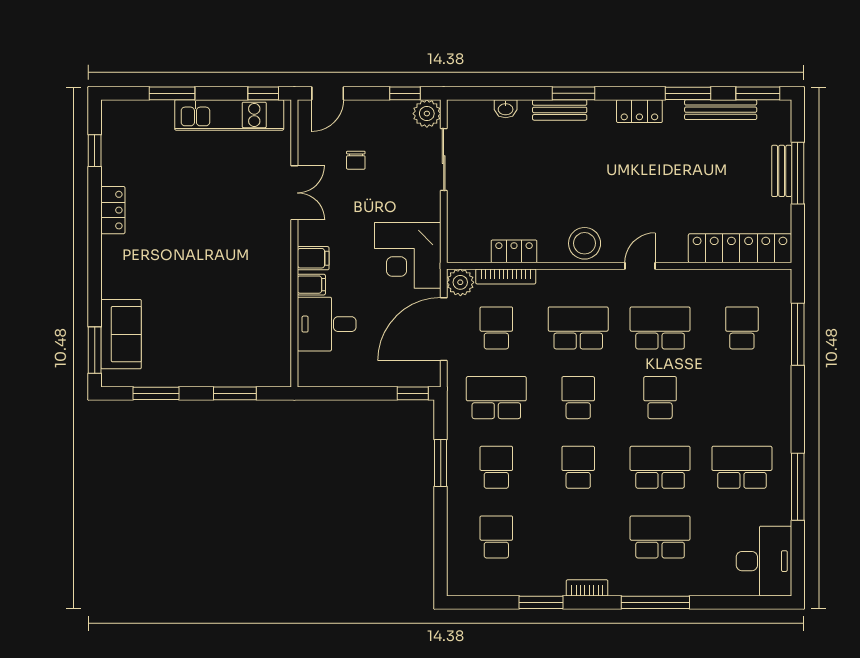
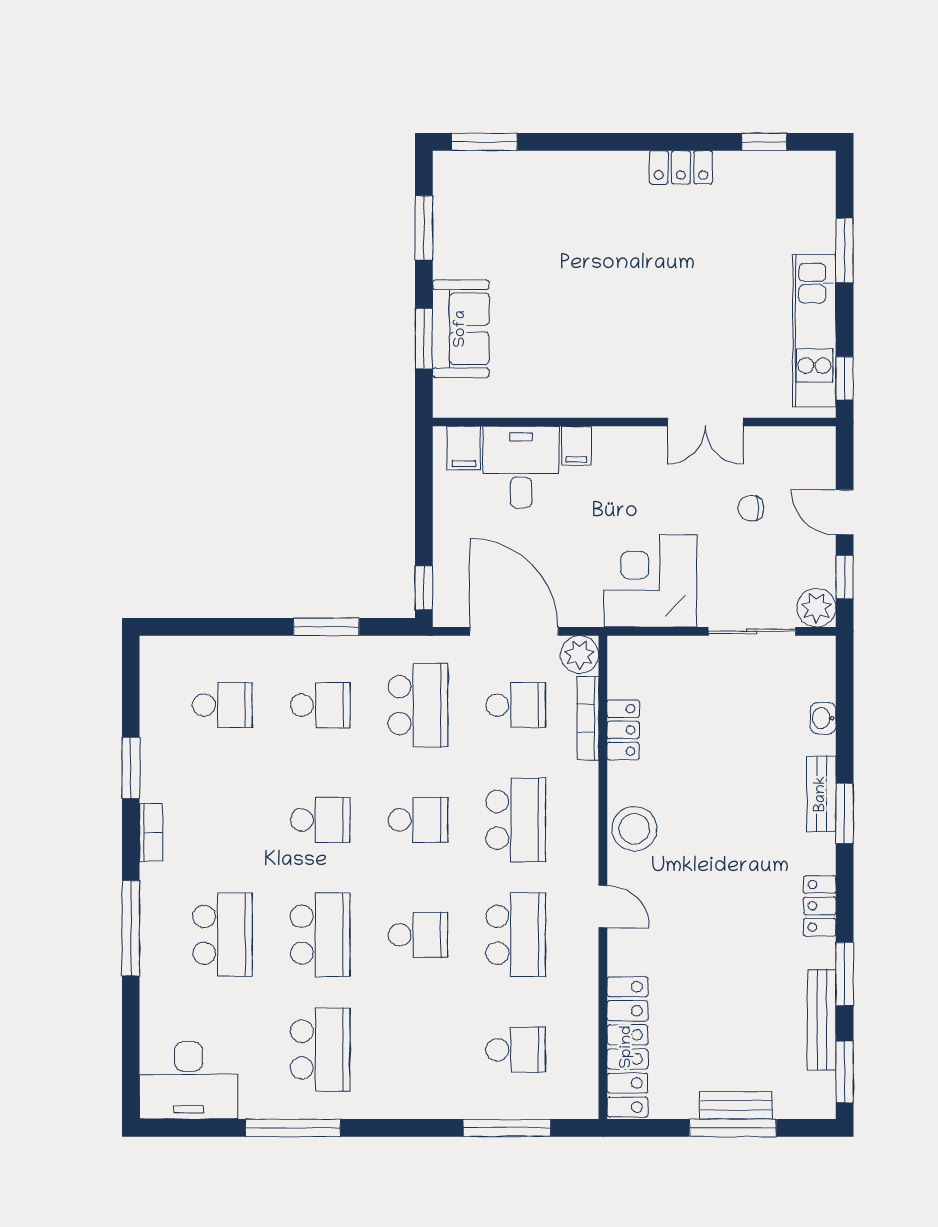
door: (328, 93) -> (845, 512), moved
corner desk: (408, 255) -> (650, 581), moved
filing cabinet: (313, 258) -> (464, 448), moved
sofa: (121, 334) -> (461, 329), moved, turned -90

